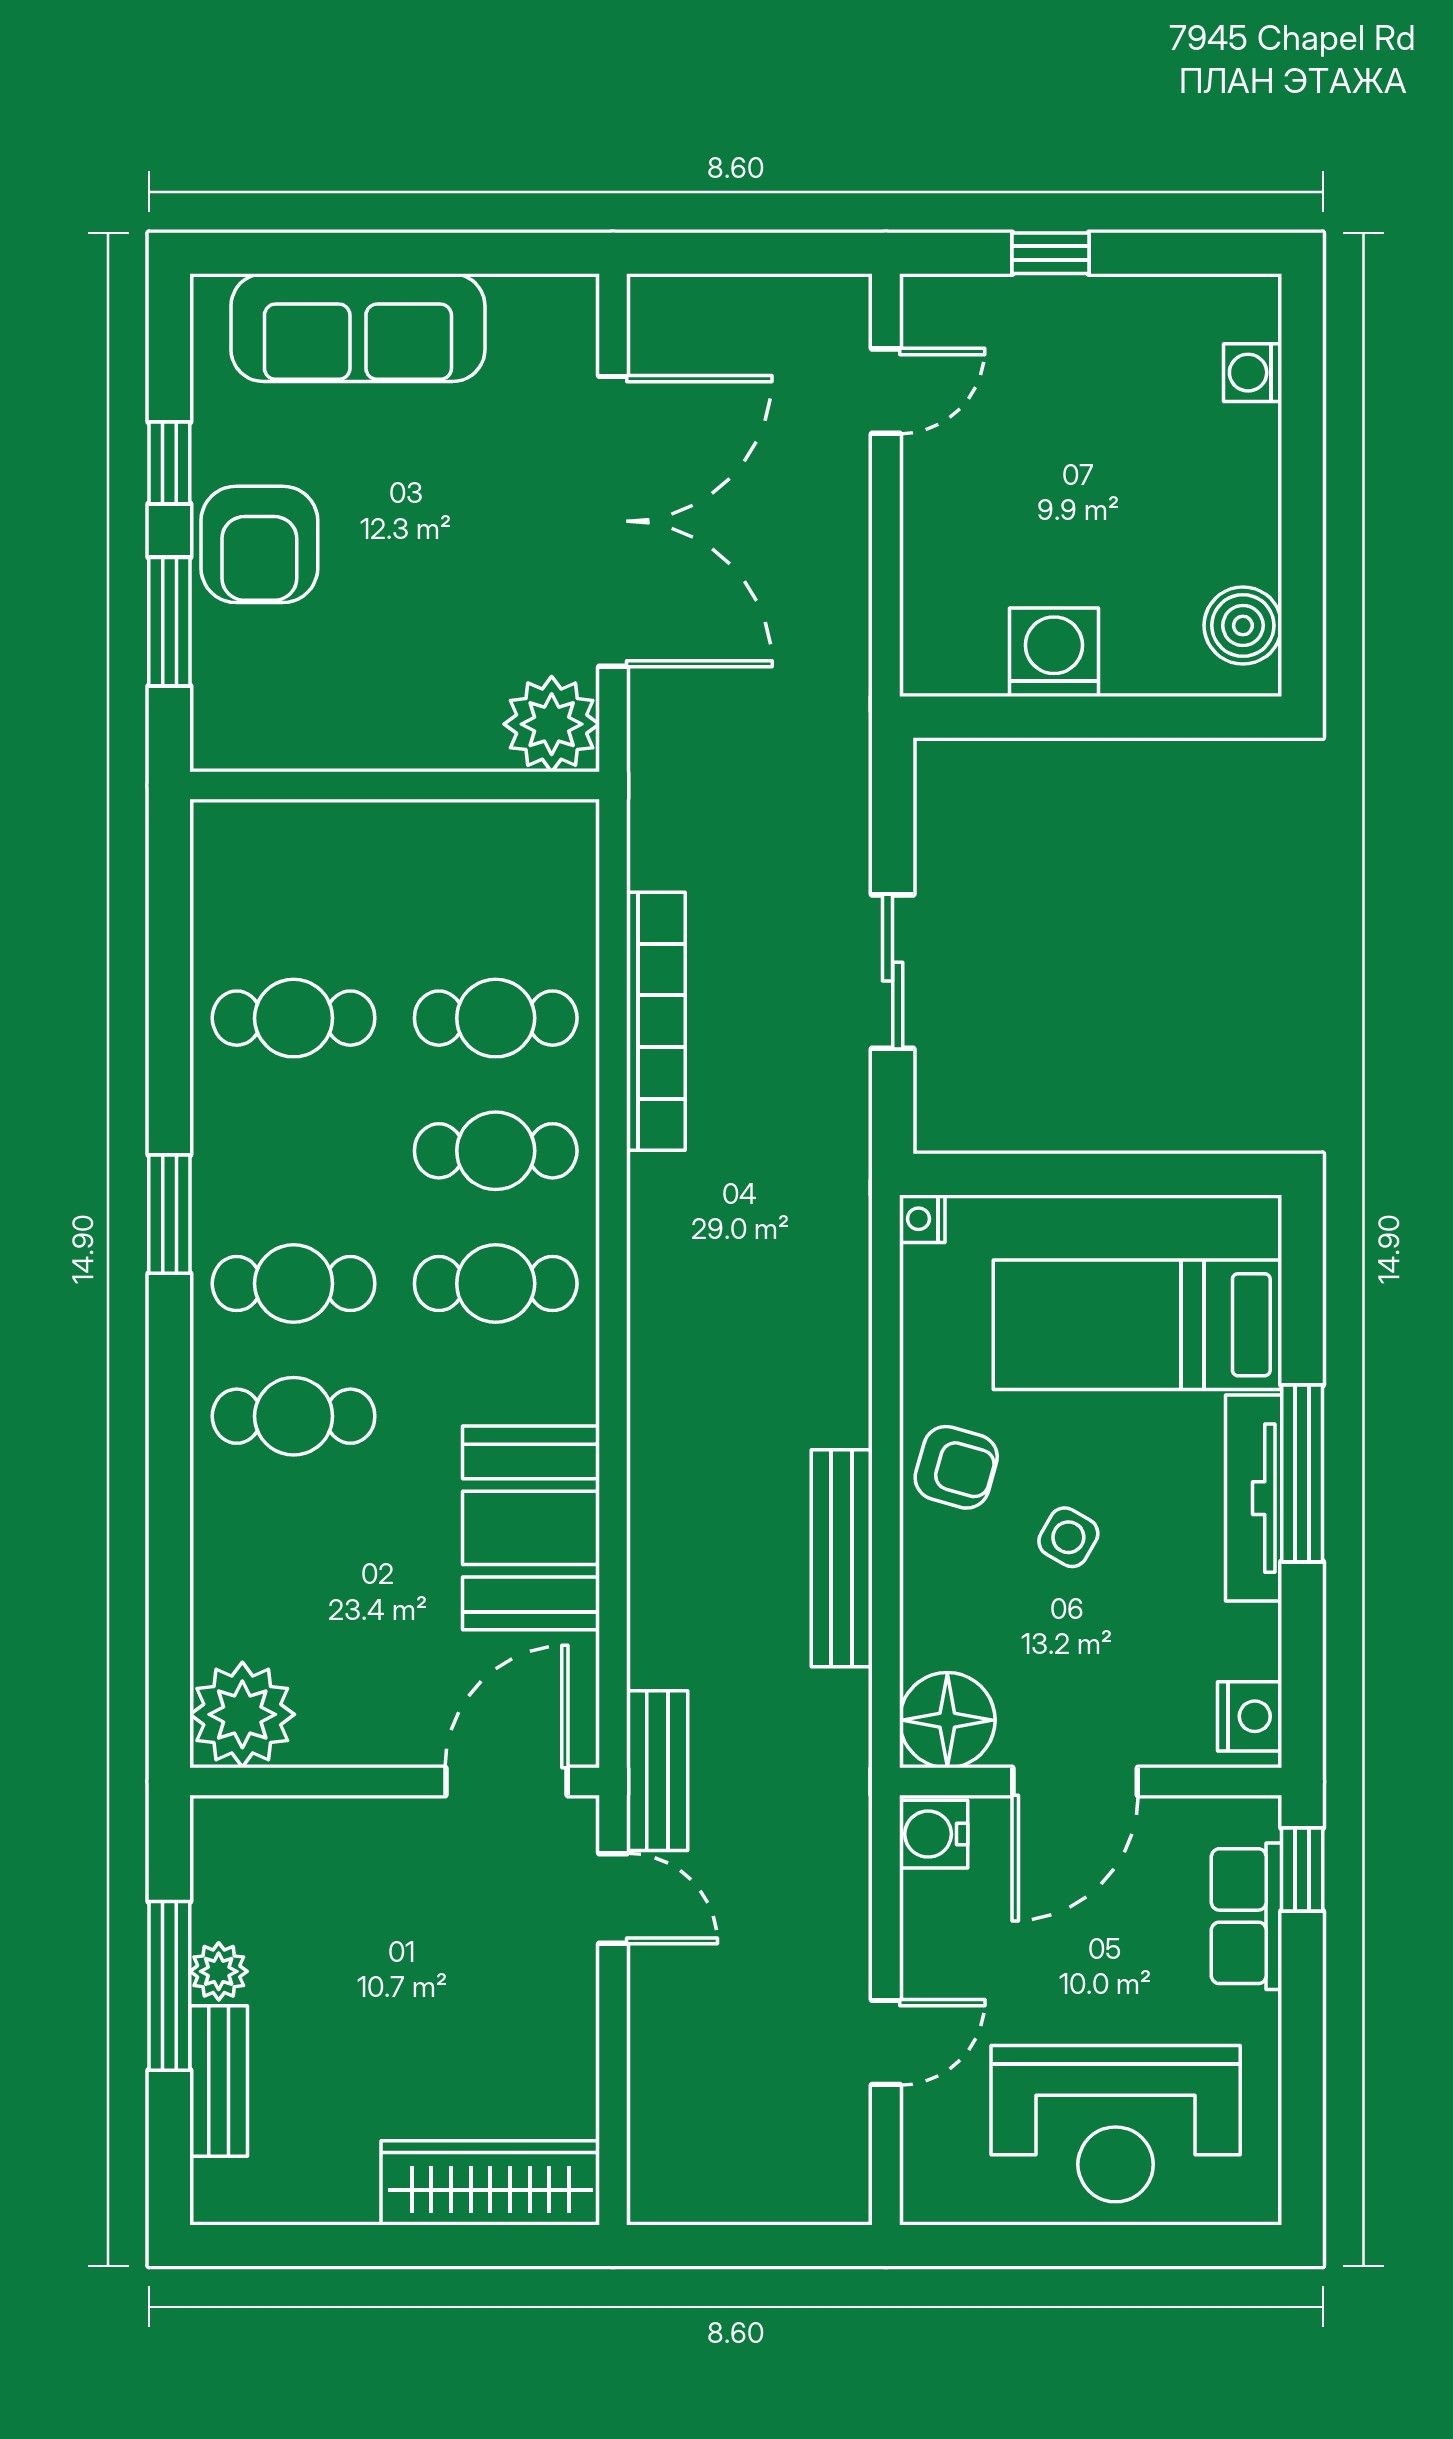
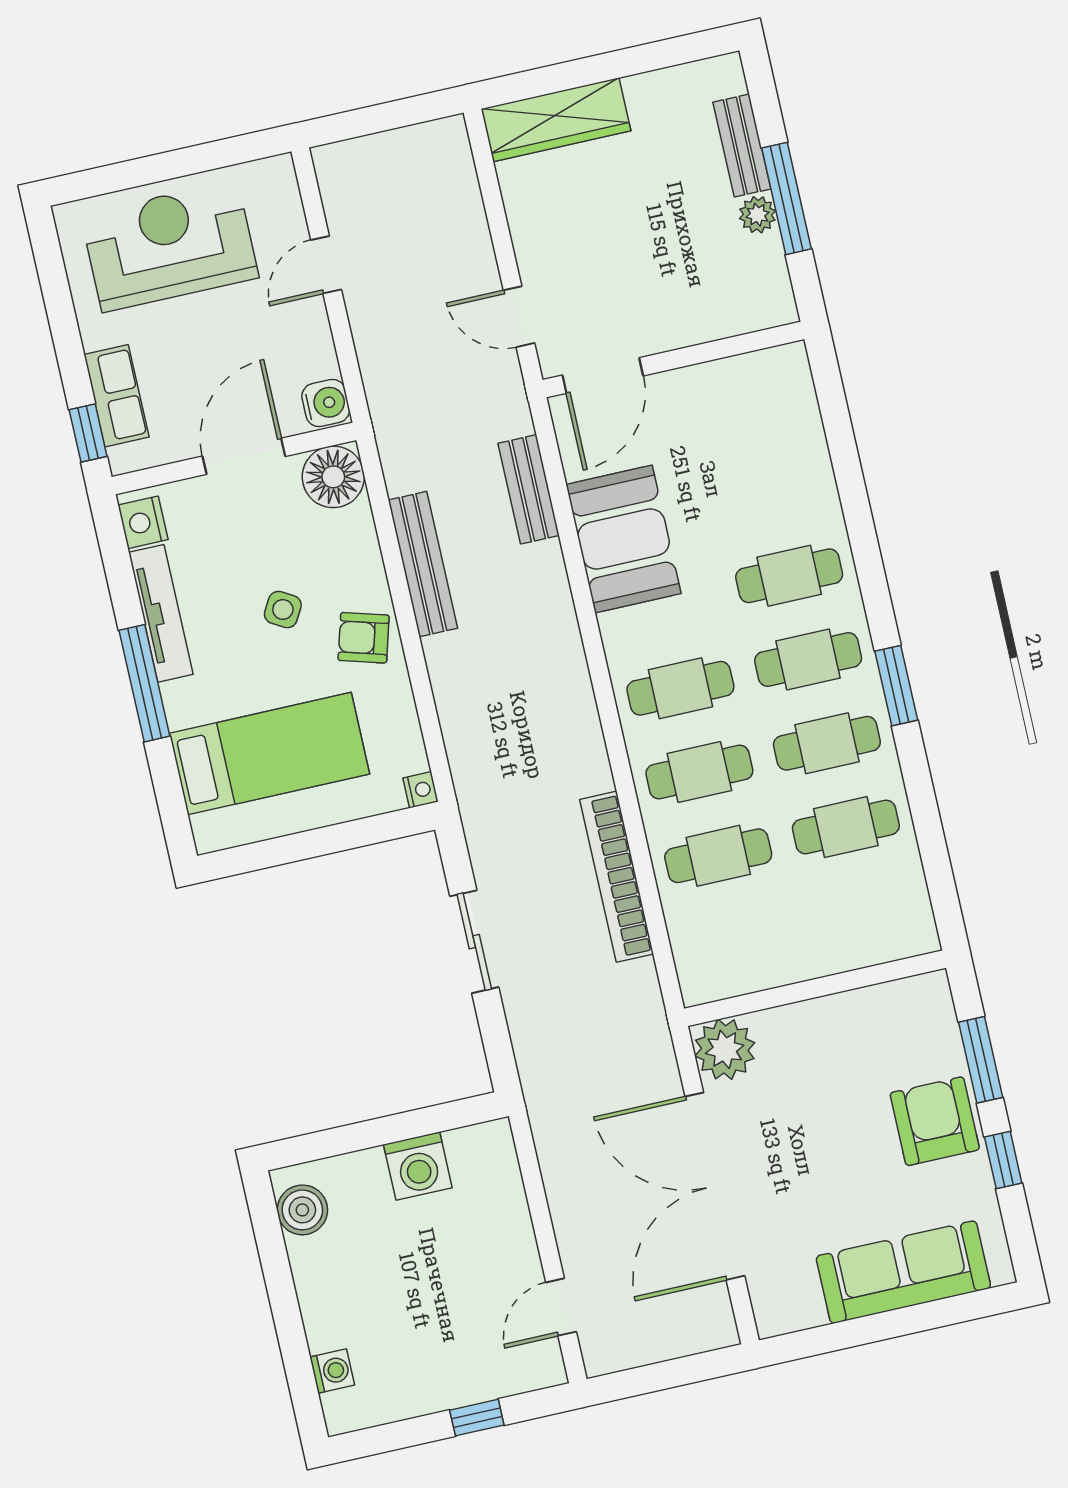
cafe table: (294, 1151) -> (827, 743), added
tv unit: (1254, 1498) -> (161, 613), moved
plant: (242, 1714) -> (779, 380), removed
bench: (657, 1771) -> (529, 489), moved

